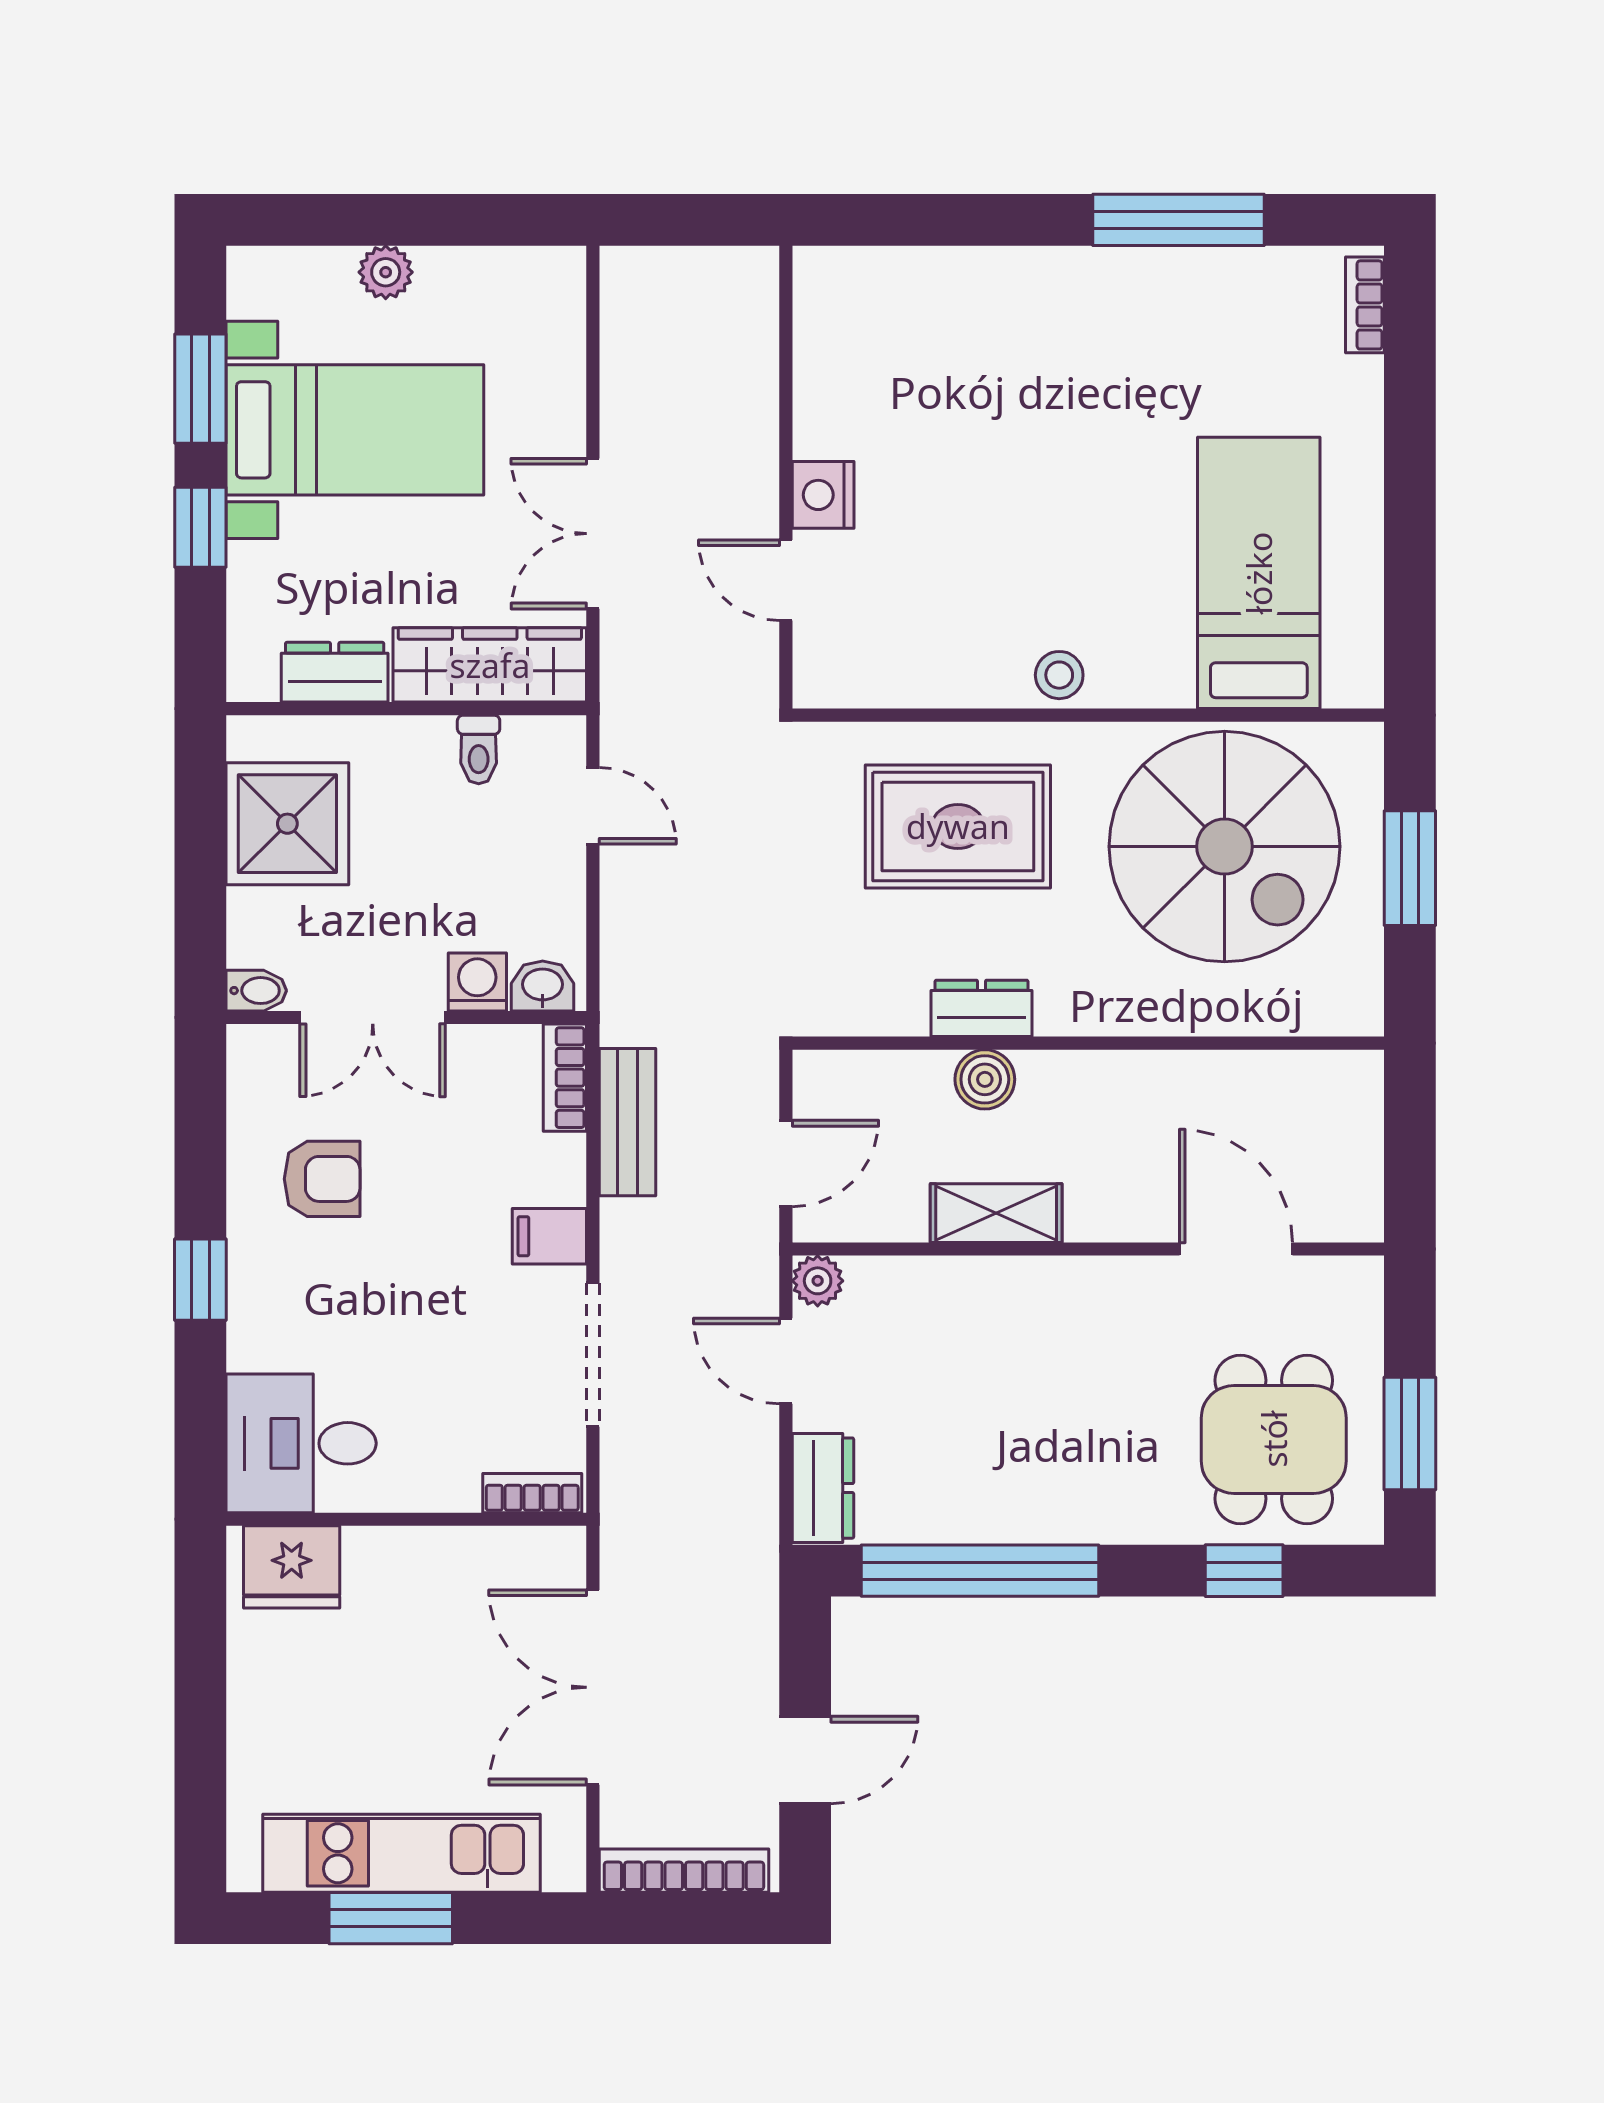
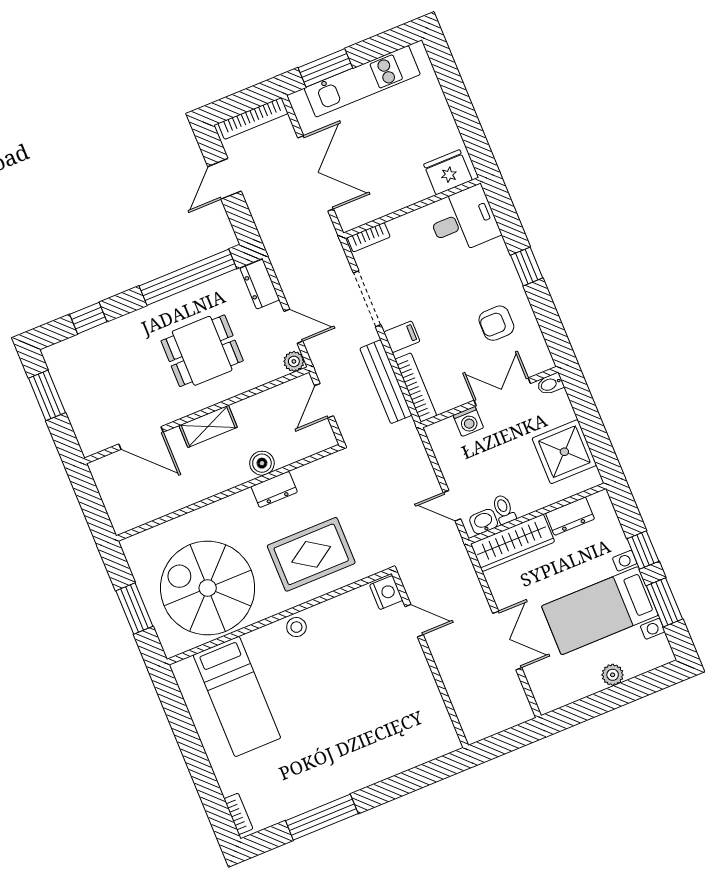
nightstand: (823, 495) -> (386, 593), moved
double door: (593, 534) -> (507, 640), moved
washbasin: (543, 986) -> (484, 522), moved, turned 180
bookcase: (565, 1078) -> (416, 388), width x1.56
bench: (627, 1122) -> (386, 382), width x1.36
shelving: (996, 1213) -> (208, 426), moved
dining table: (1274, 1439) -> (202, 351), moved, turned 90
window: (391, 1918) -> (325, 68), moved

